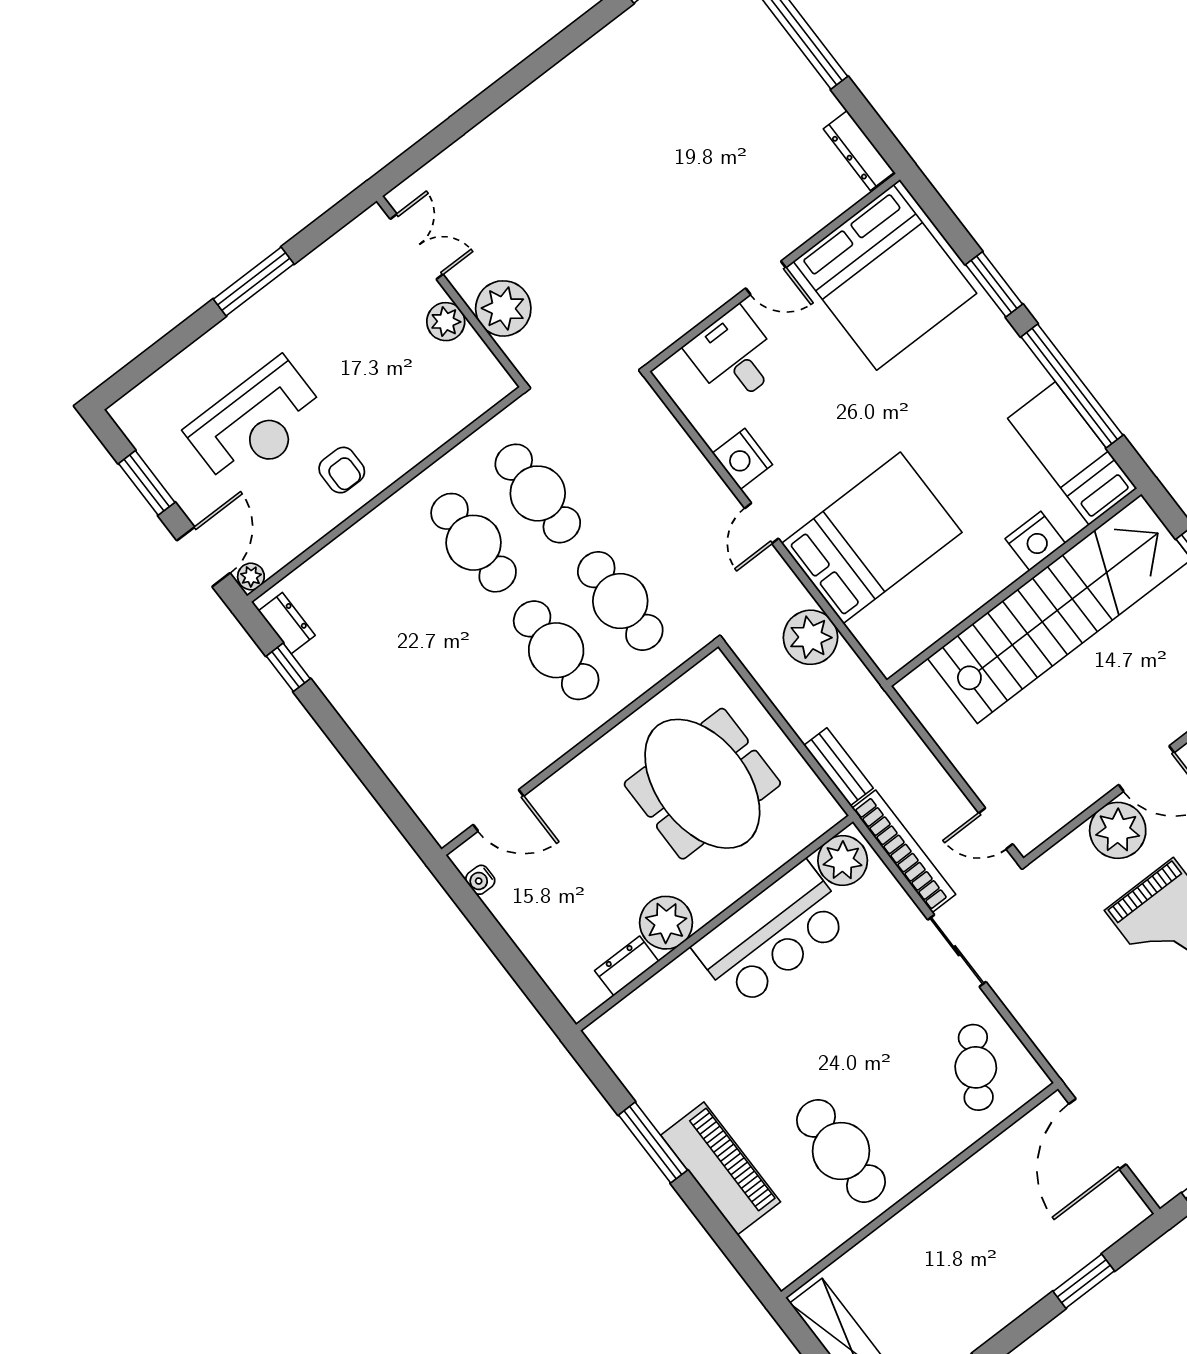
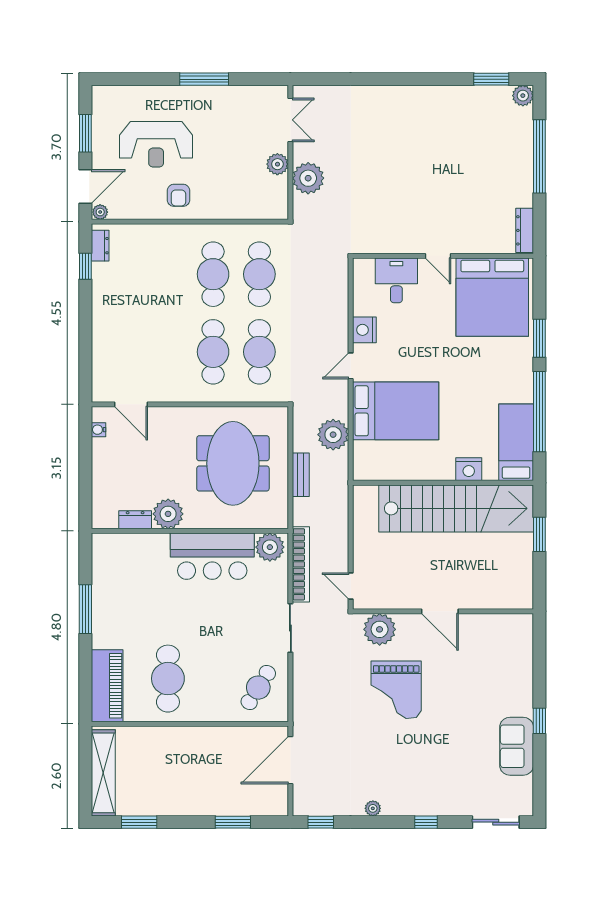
bench: (839, 767) -> (301, 475), moved
plant: (1118, 830) -> (380, 629), moved
piano: (721, 1168) -> (107, 686), moved

